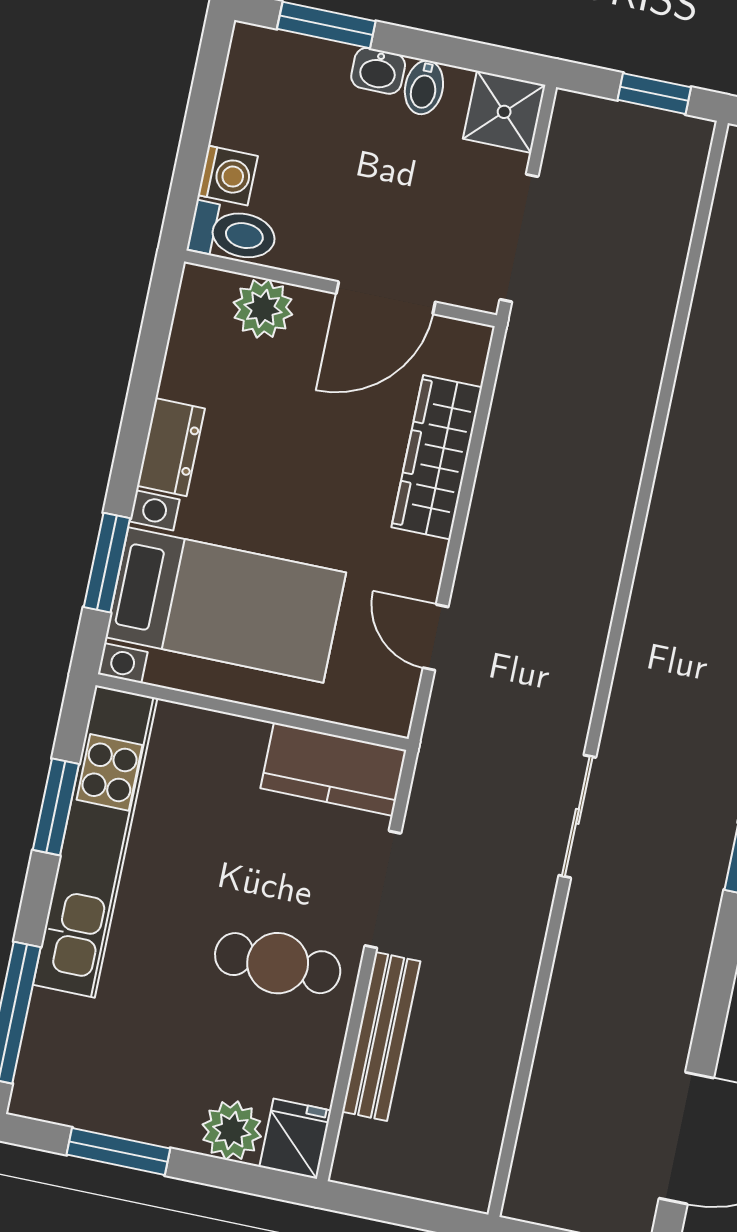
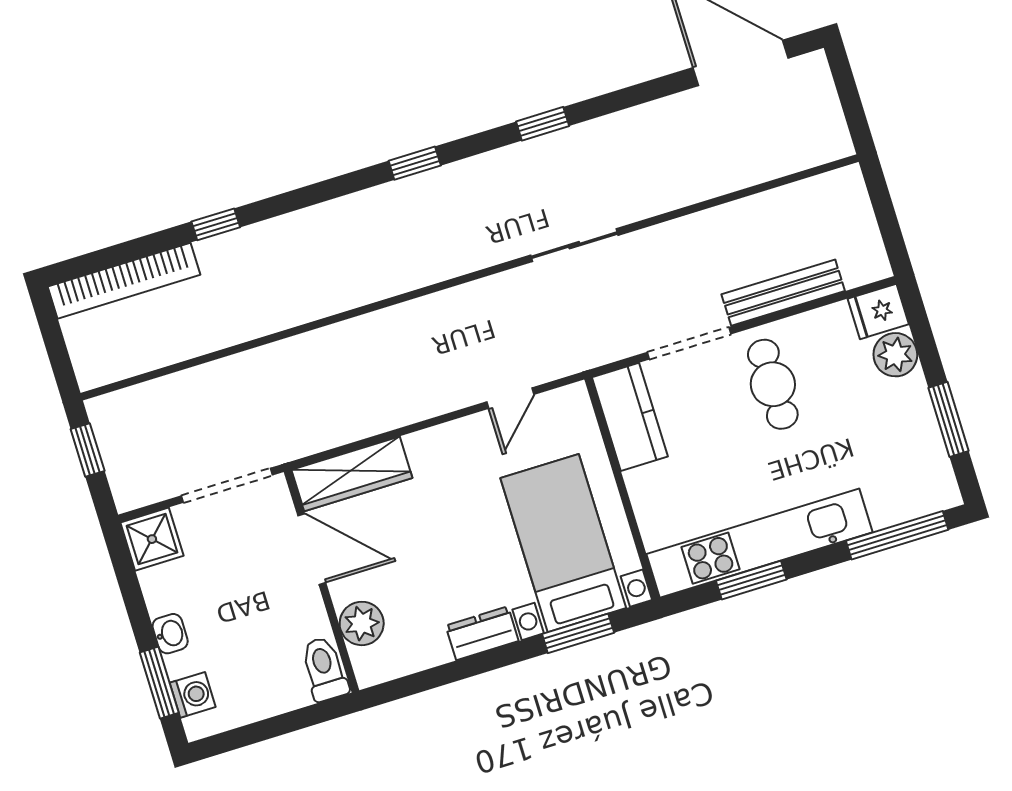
bidet: (424, 87) -> (164, 599), removed
washing machine: (228, 176) -> (193, 695), moved, turned 90
wardrobe: (437, 457) -> (352, 474), moved

